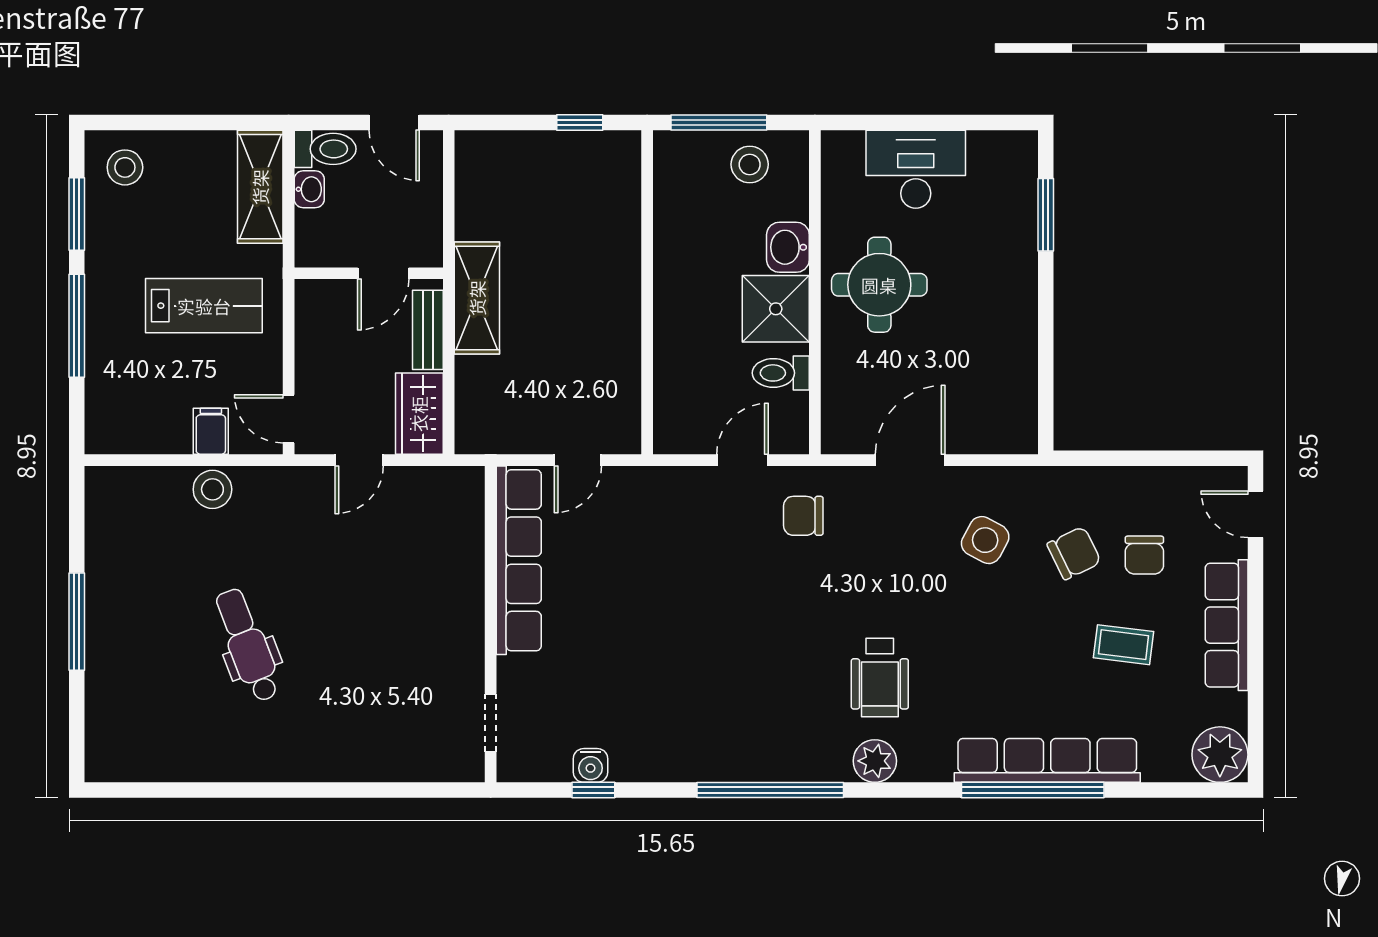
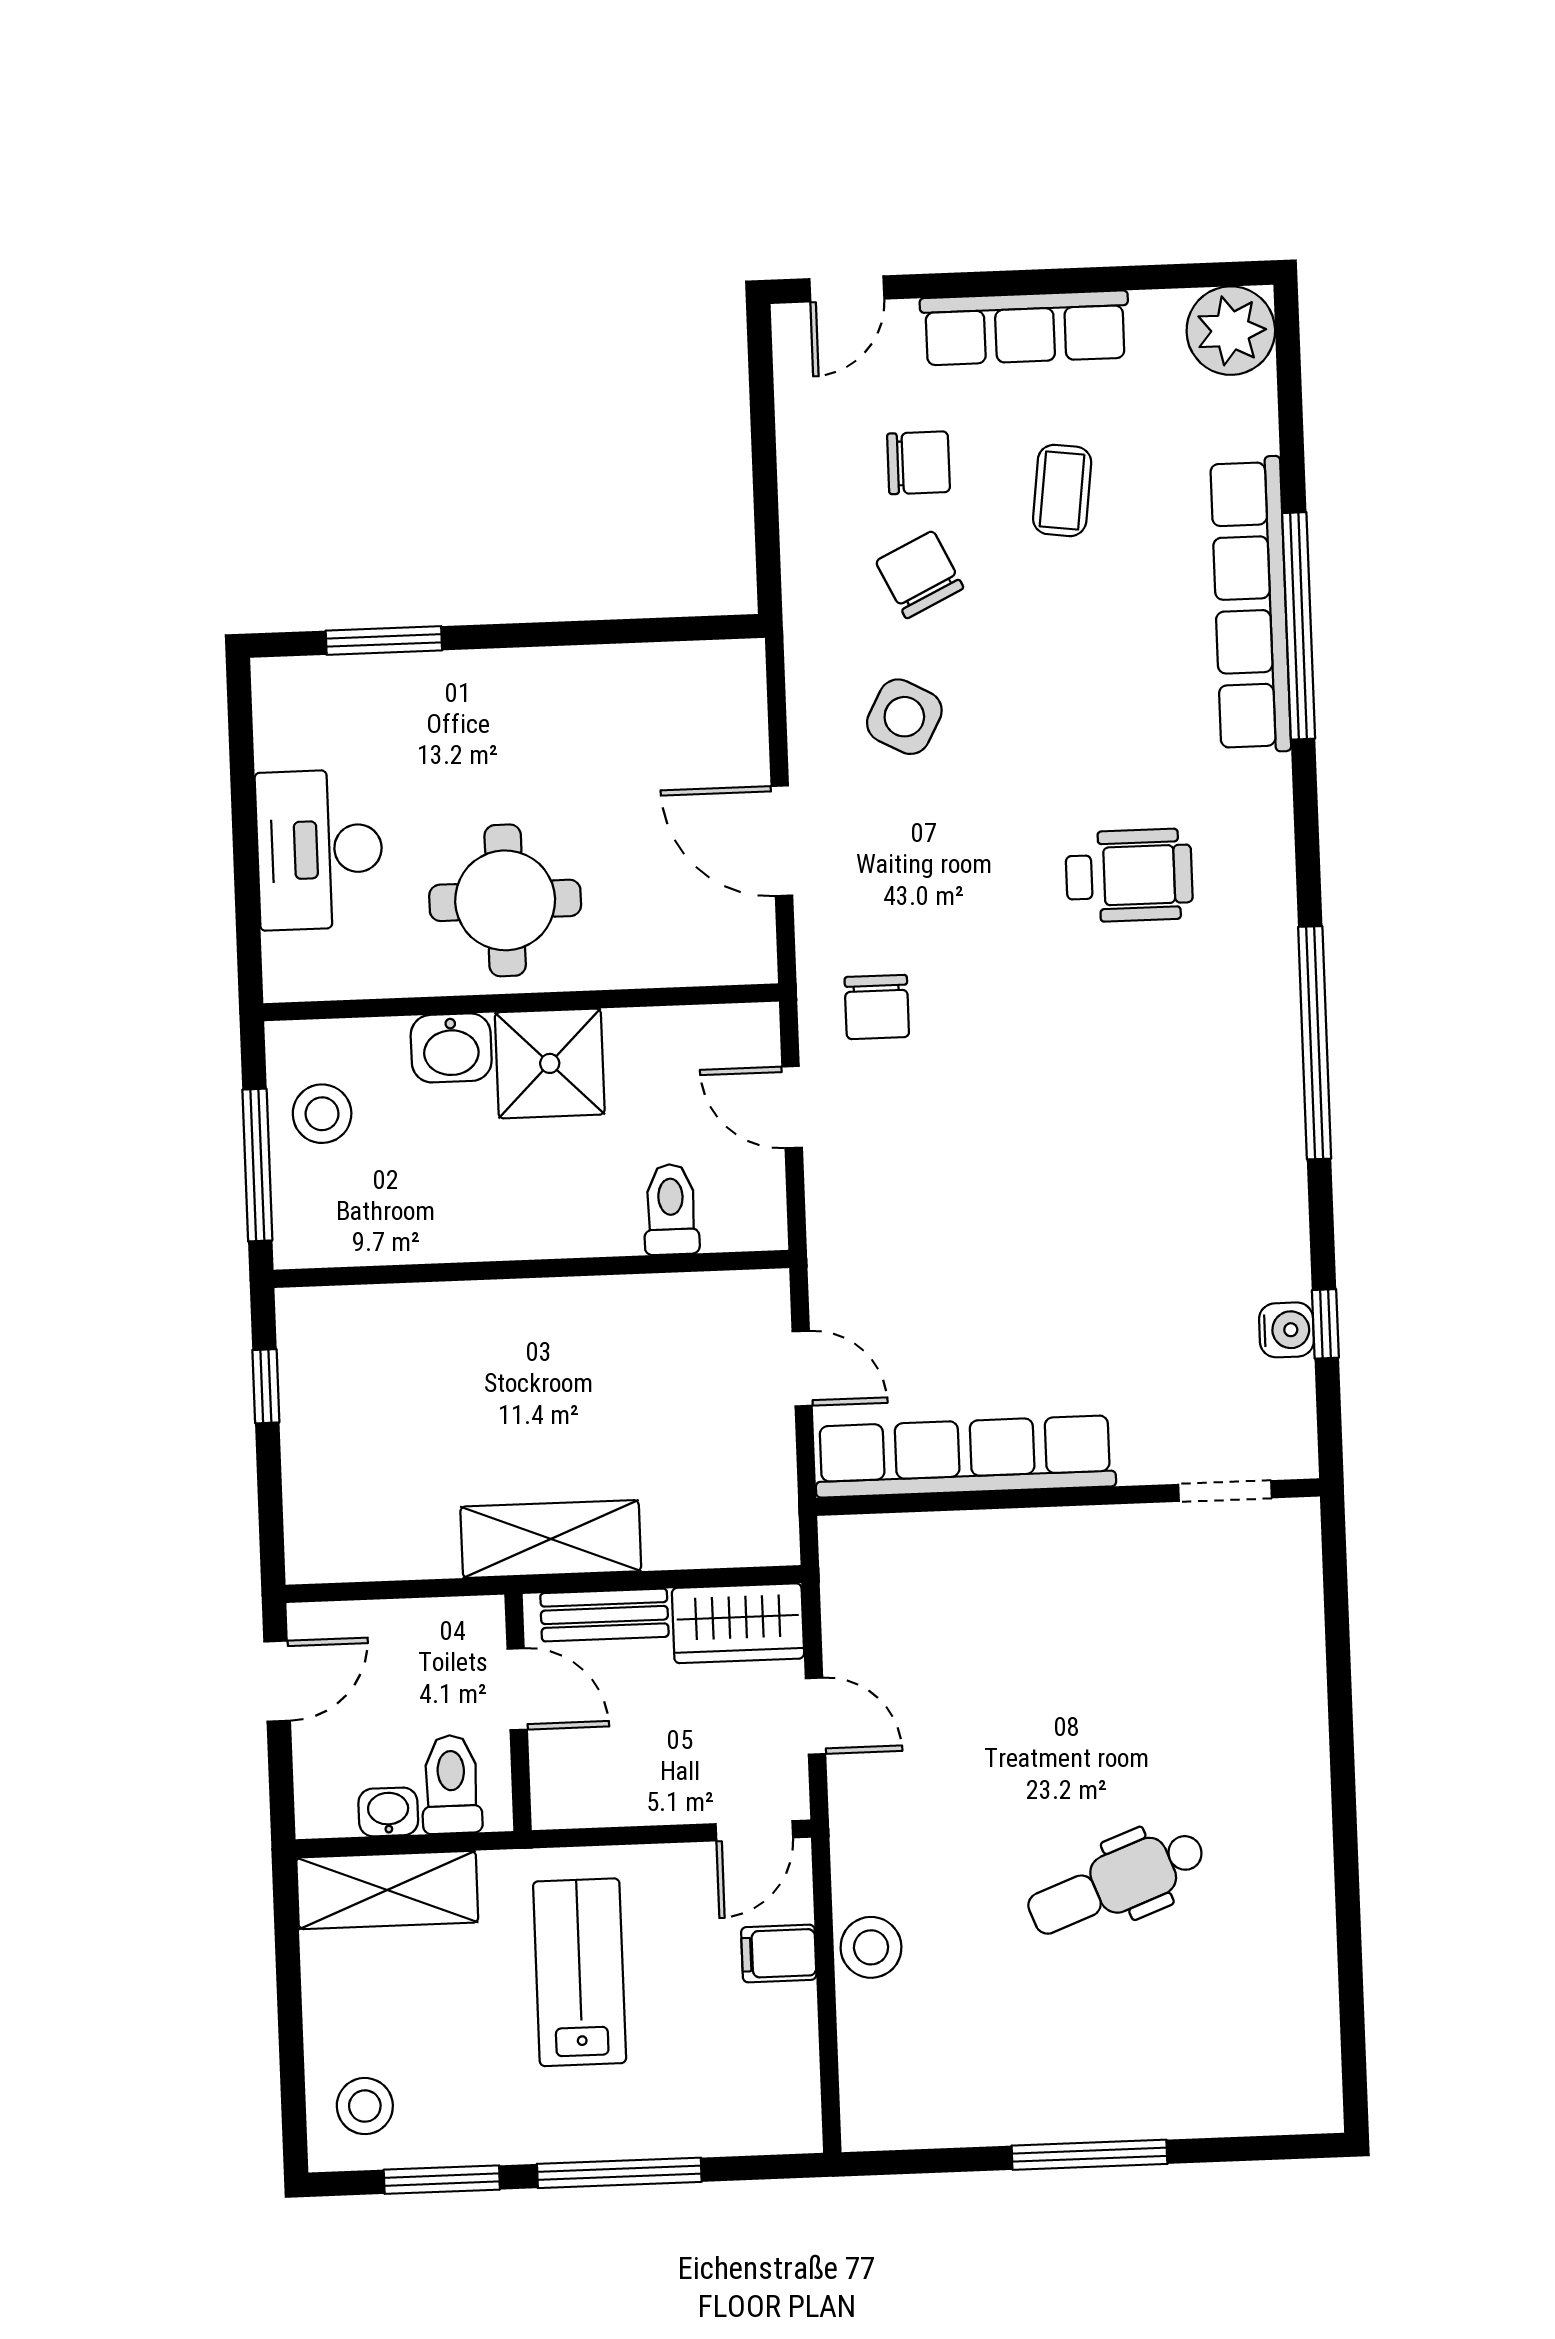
toilet: (325, 149) -> (451, 1784), moved
toilet: (781, 373) -> (671, 1209), moved, turned 180
plant: (875, 761) -> (1262, 878), removed

